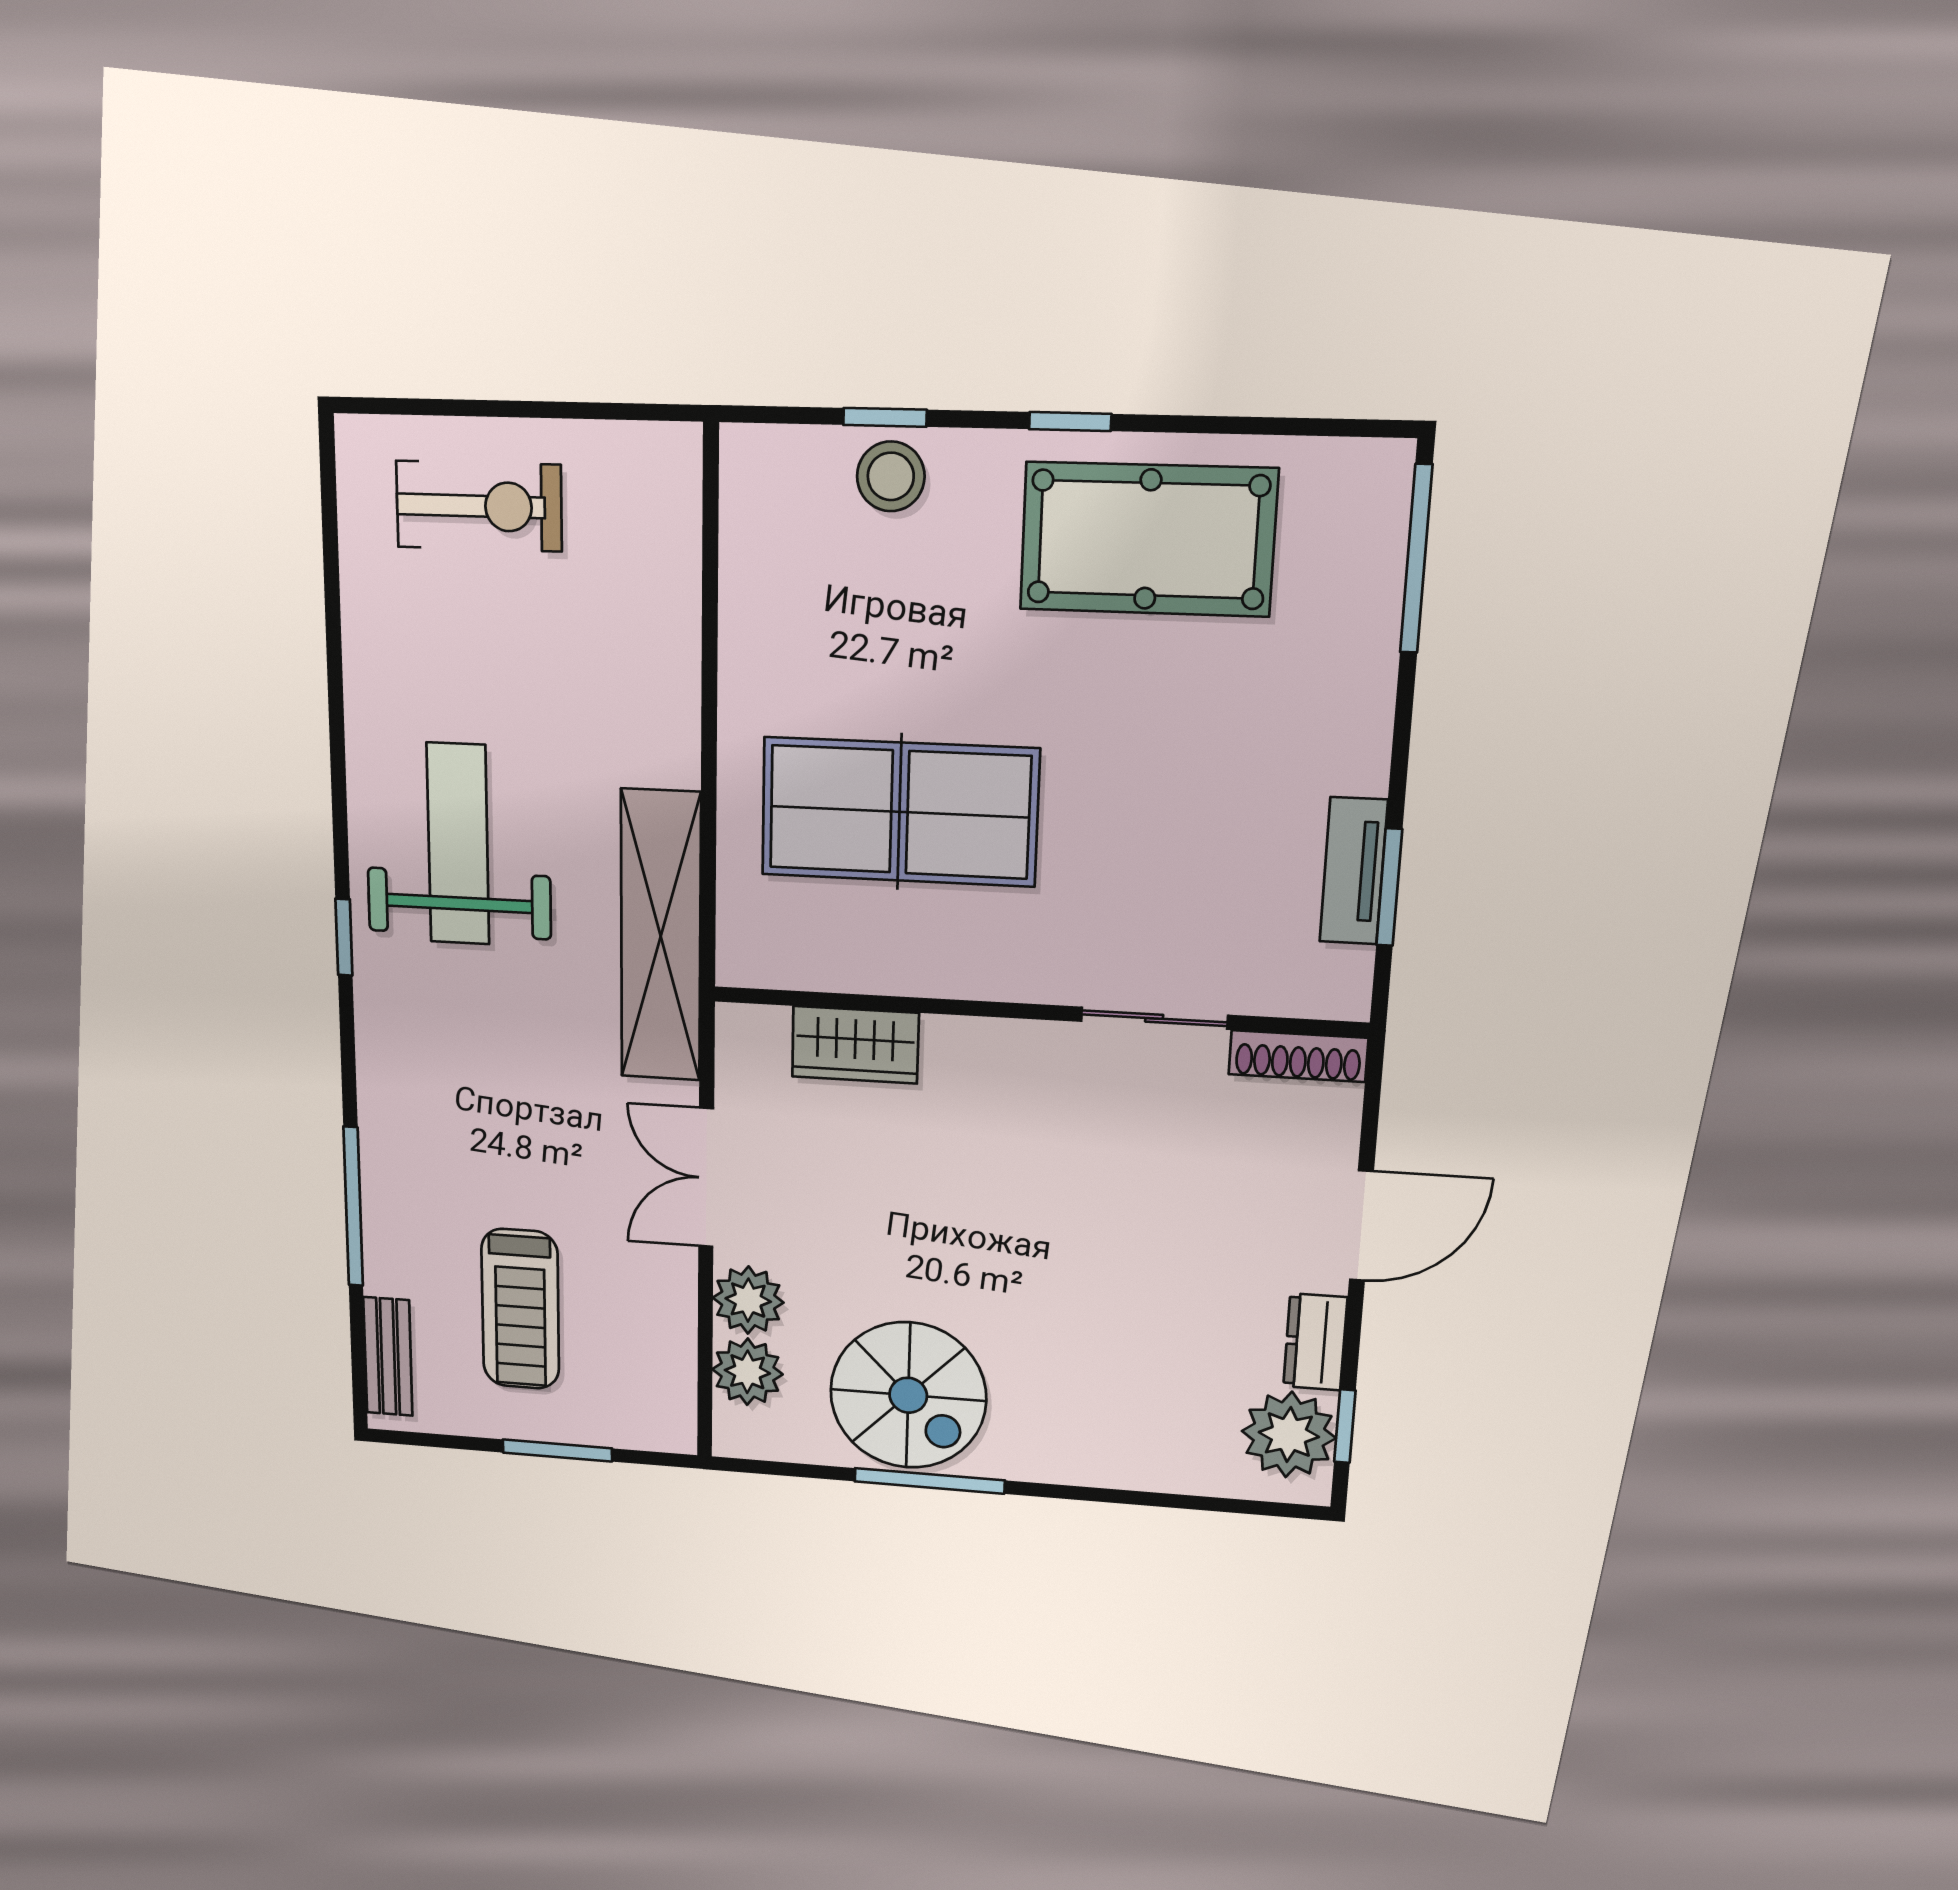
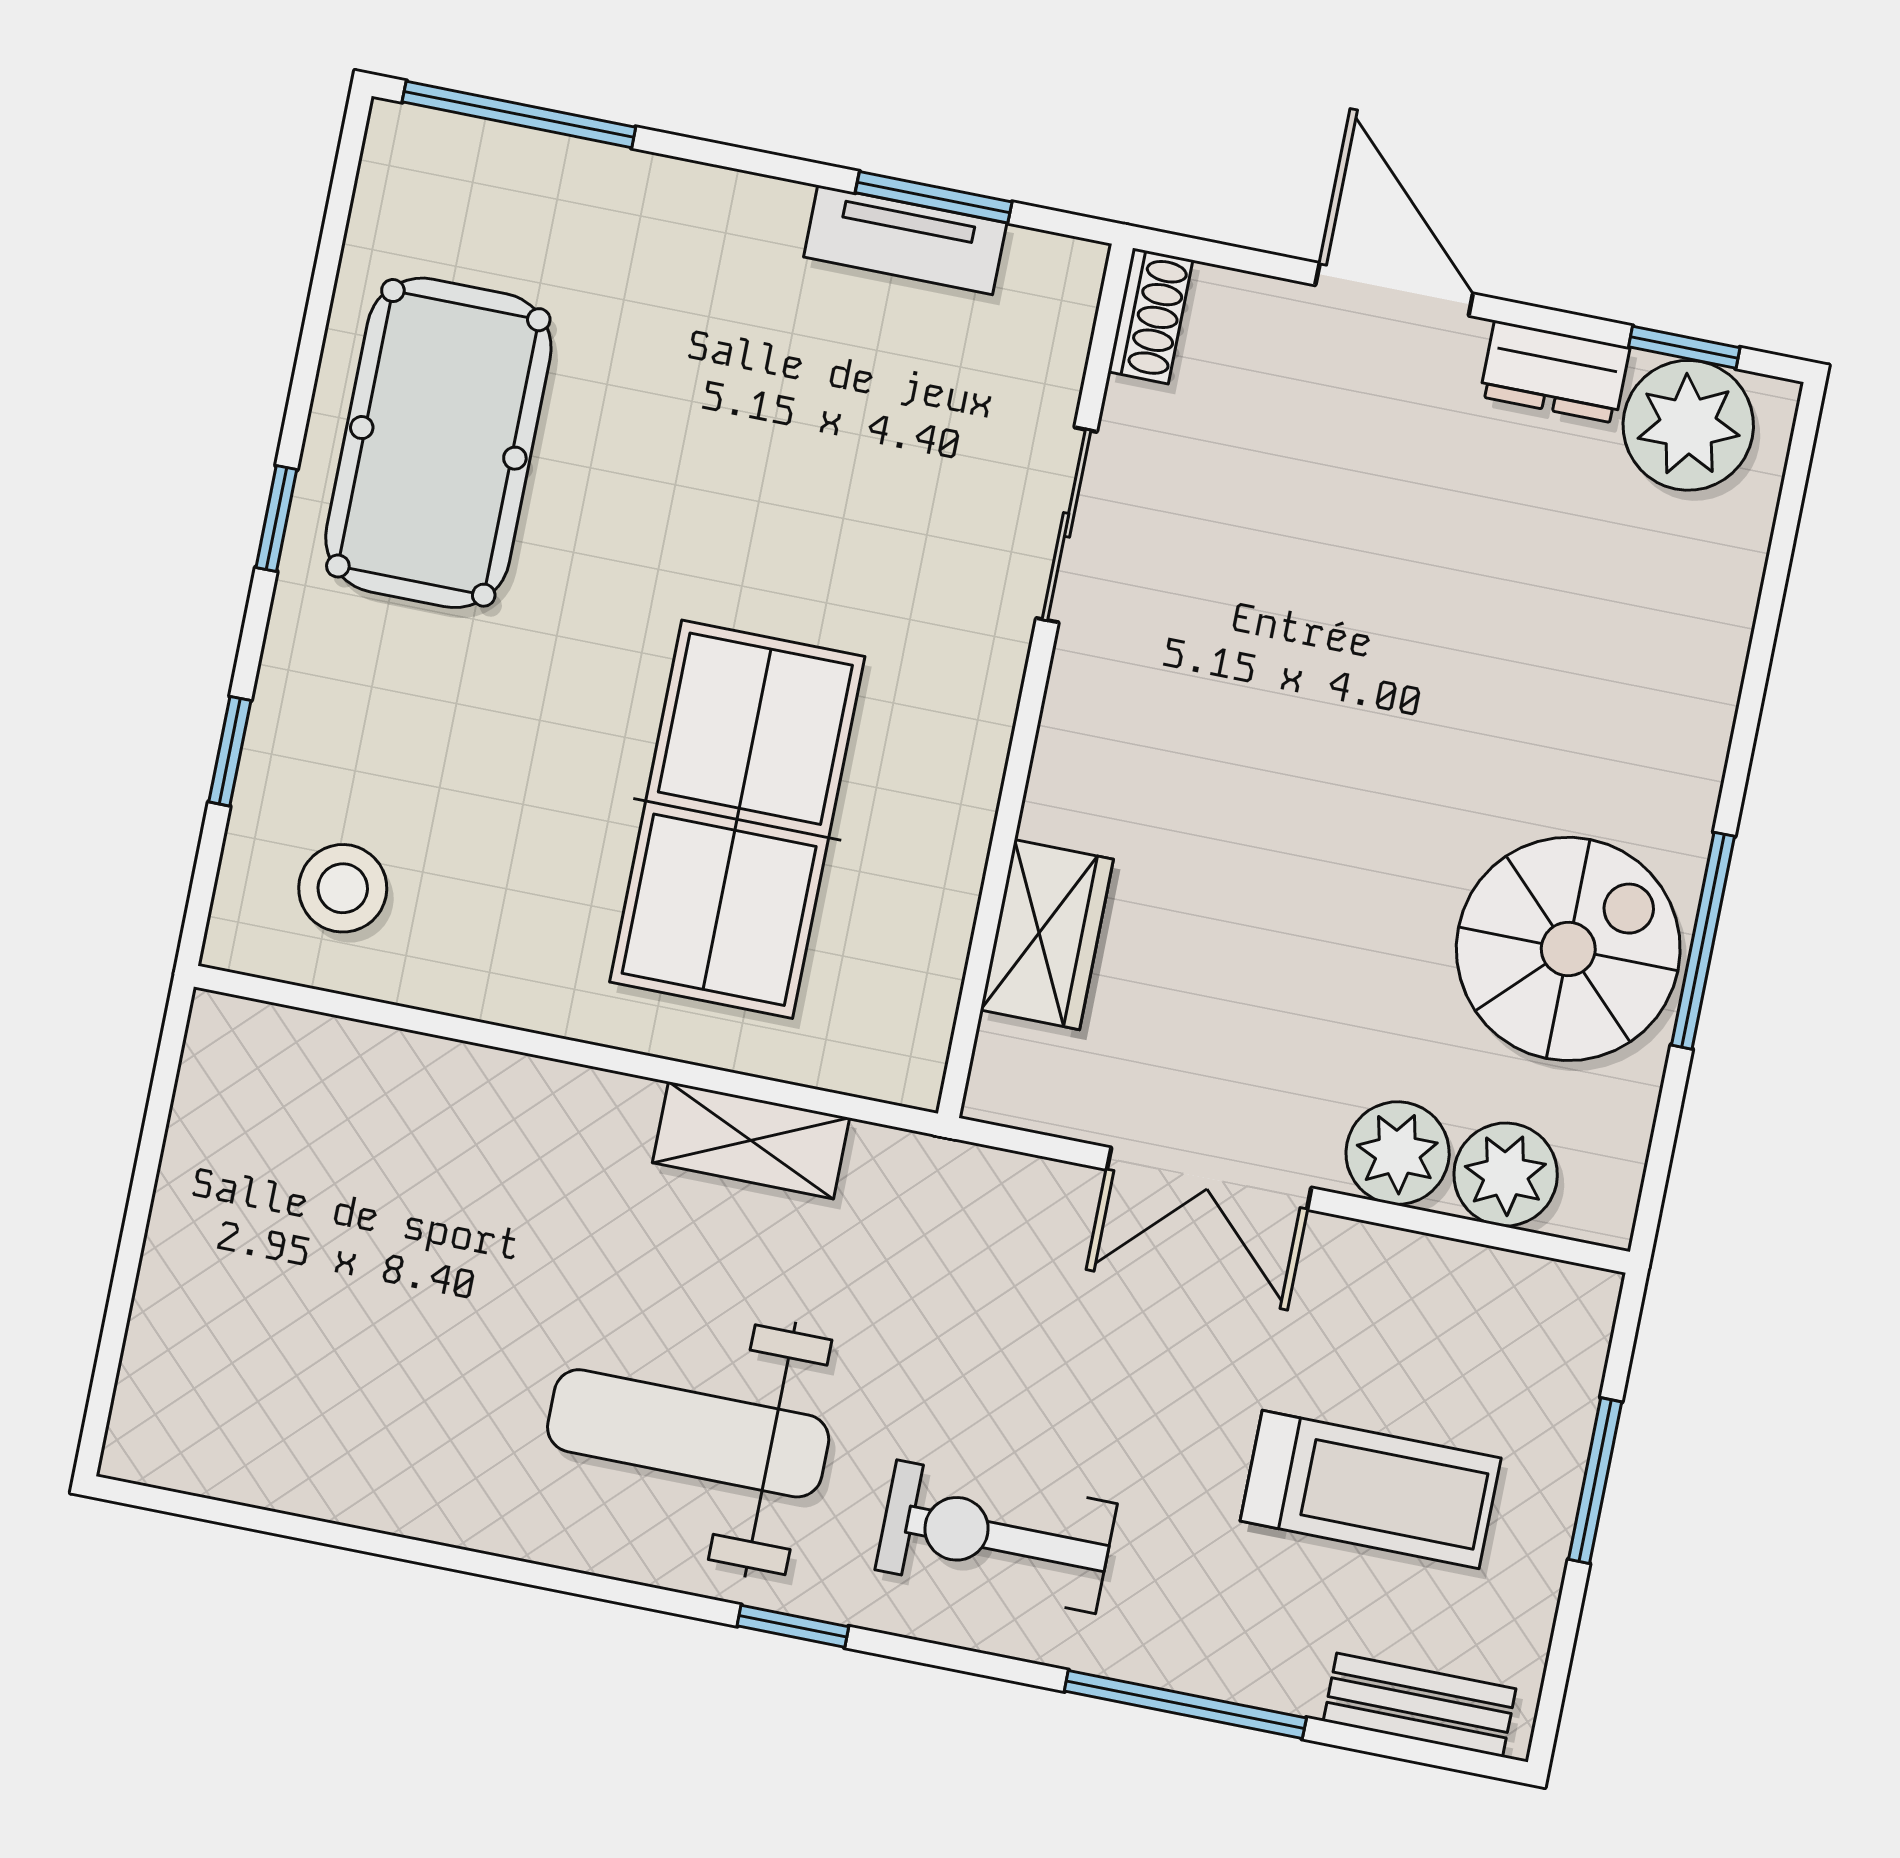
stool: (891, 476) -> (343, 888), moved
exercise bike: (479, 506) -> (996, 1537), moved, turned -90
shelving: (661, 936) -> (751, 1140), width x0.45, depth x0.75
shoe rack: (1298, 1056) -> (1150, 316), width x0.70

